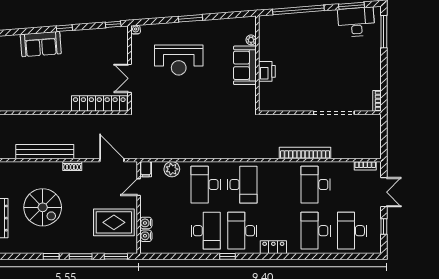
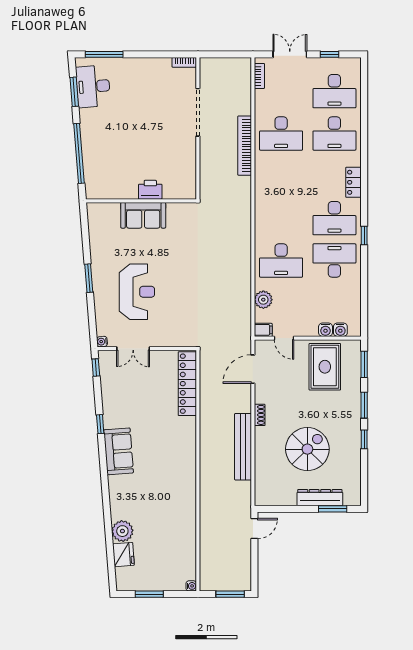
plant: (251, 40) -> (114, 208), removed
double door: (129, 78) -> (133, 349), moved
desk: (242, 185) -> (281, 218), removed

